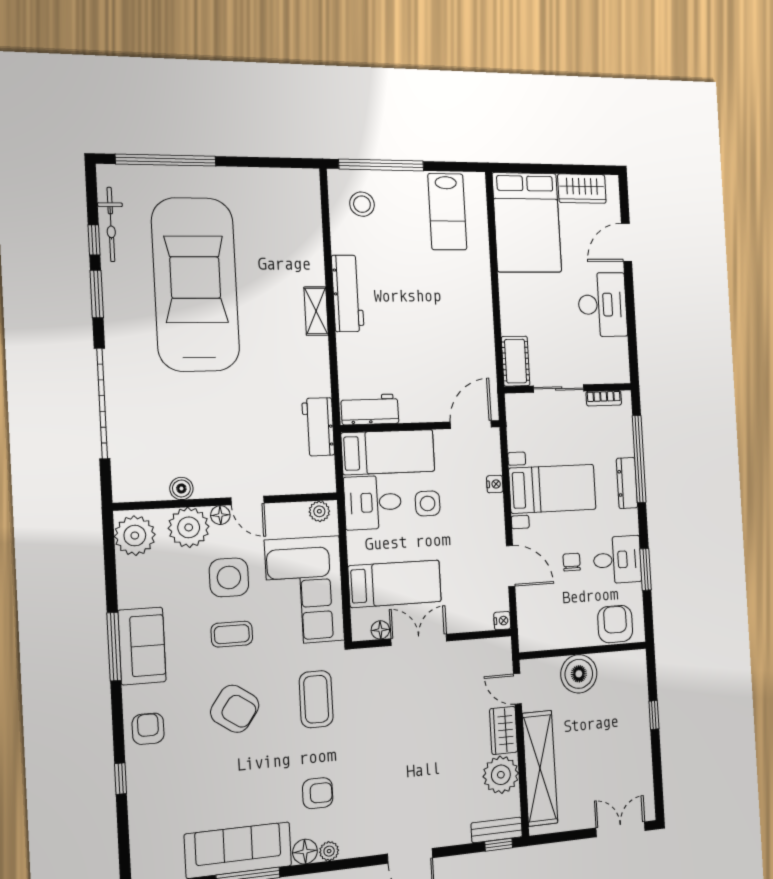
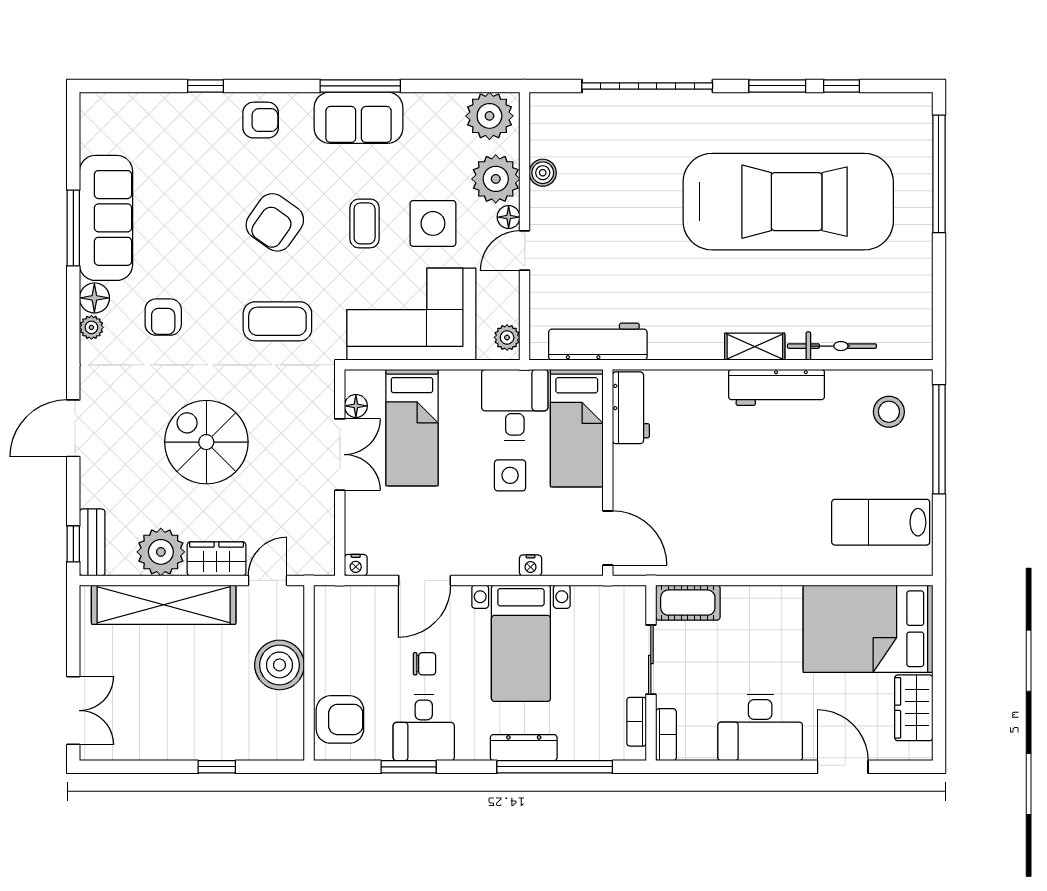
bicycle: (111, 224) -> (832, 346), moved, turned 180
bookcase: (612, 376) -> (666, 735), added
workbench: (318, 427) -> (598, 342), width x1.38
spiral stairs: (415, 748) -> (206, 442), added

